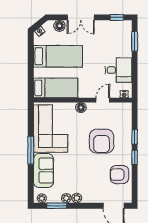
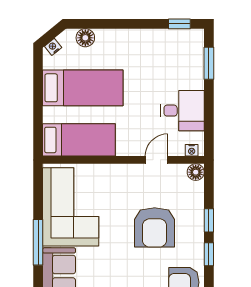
double door: (81, 17) -> (120, 24), removed
floor lamp: (81, 108) -> (196, 172), moved

